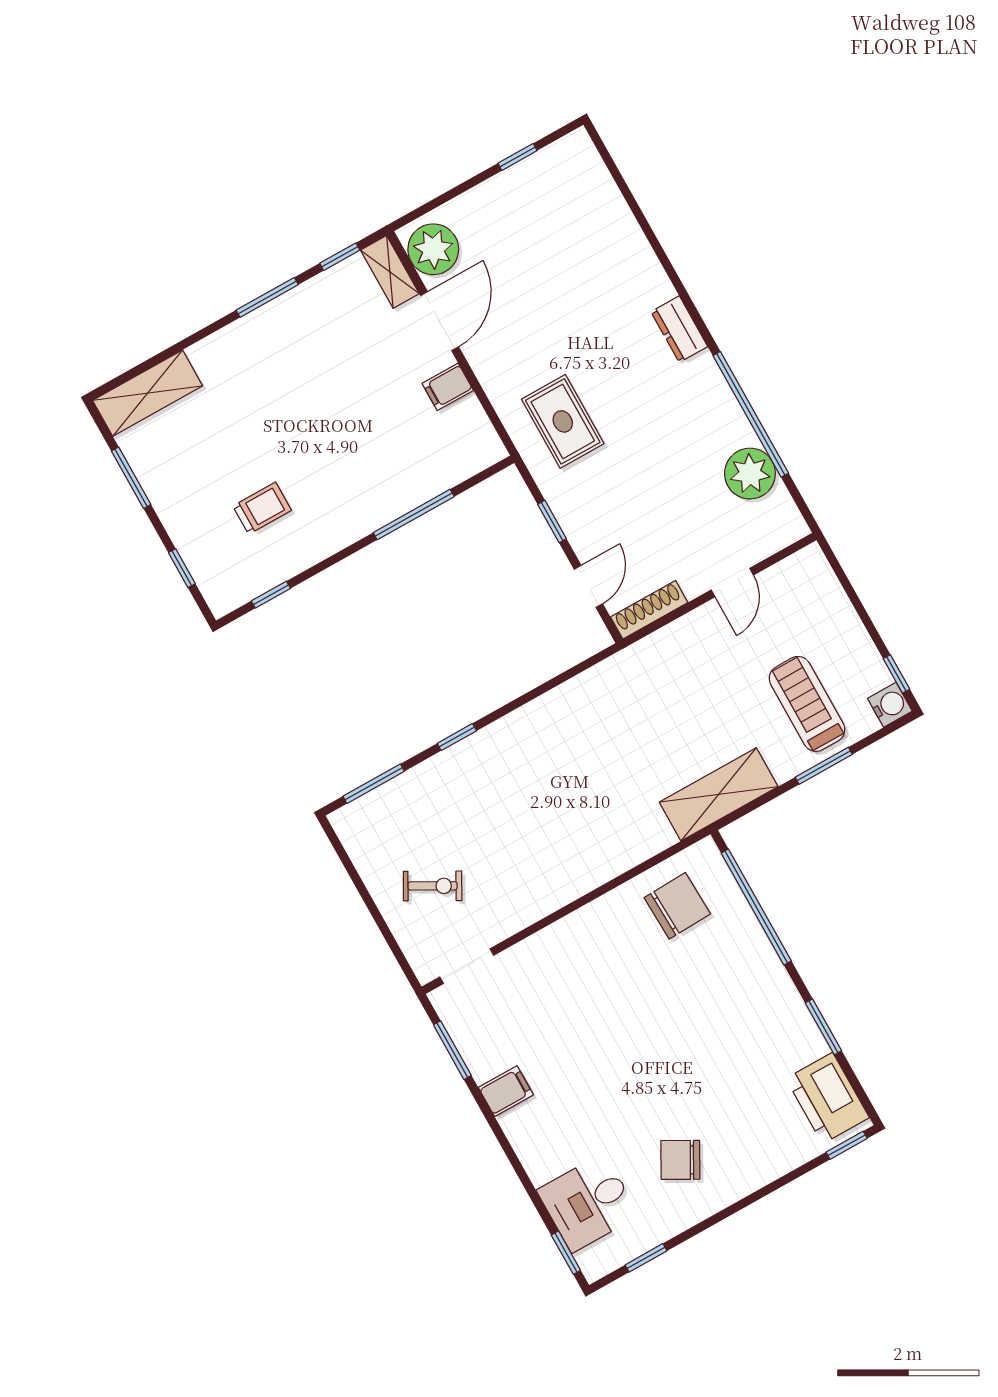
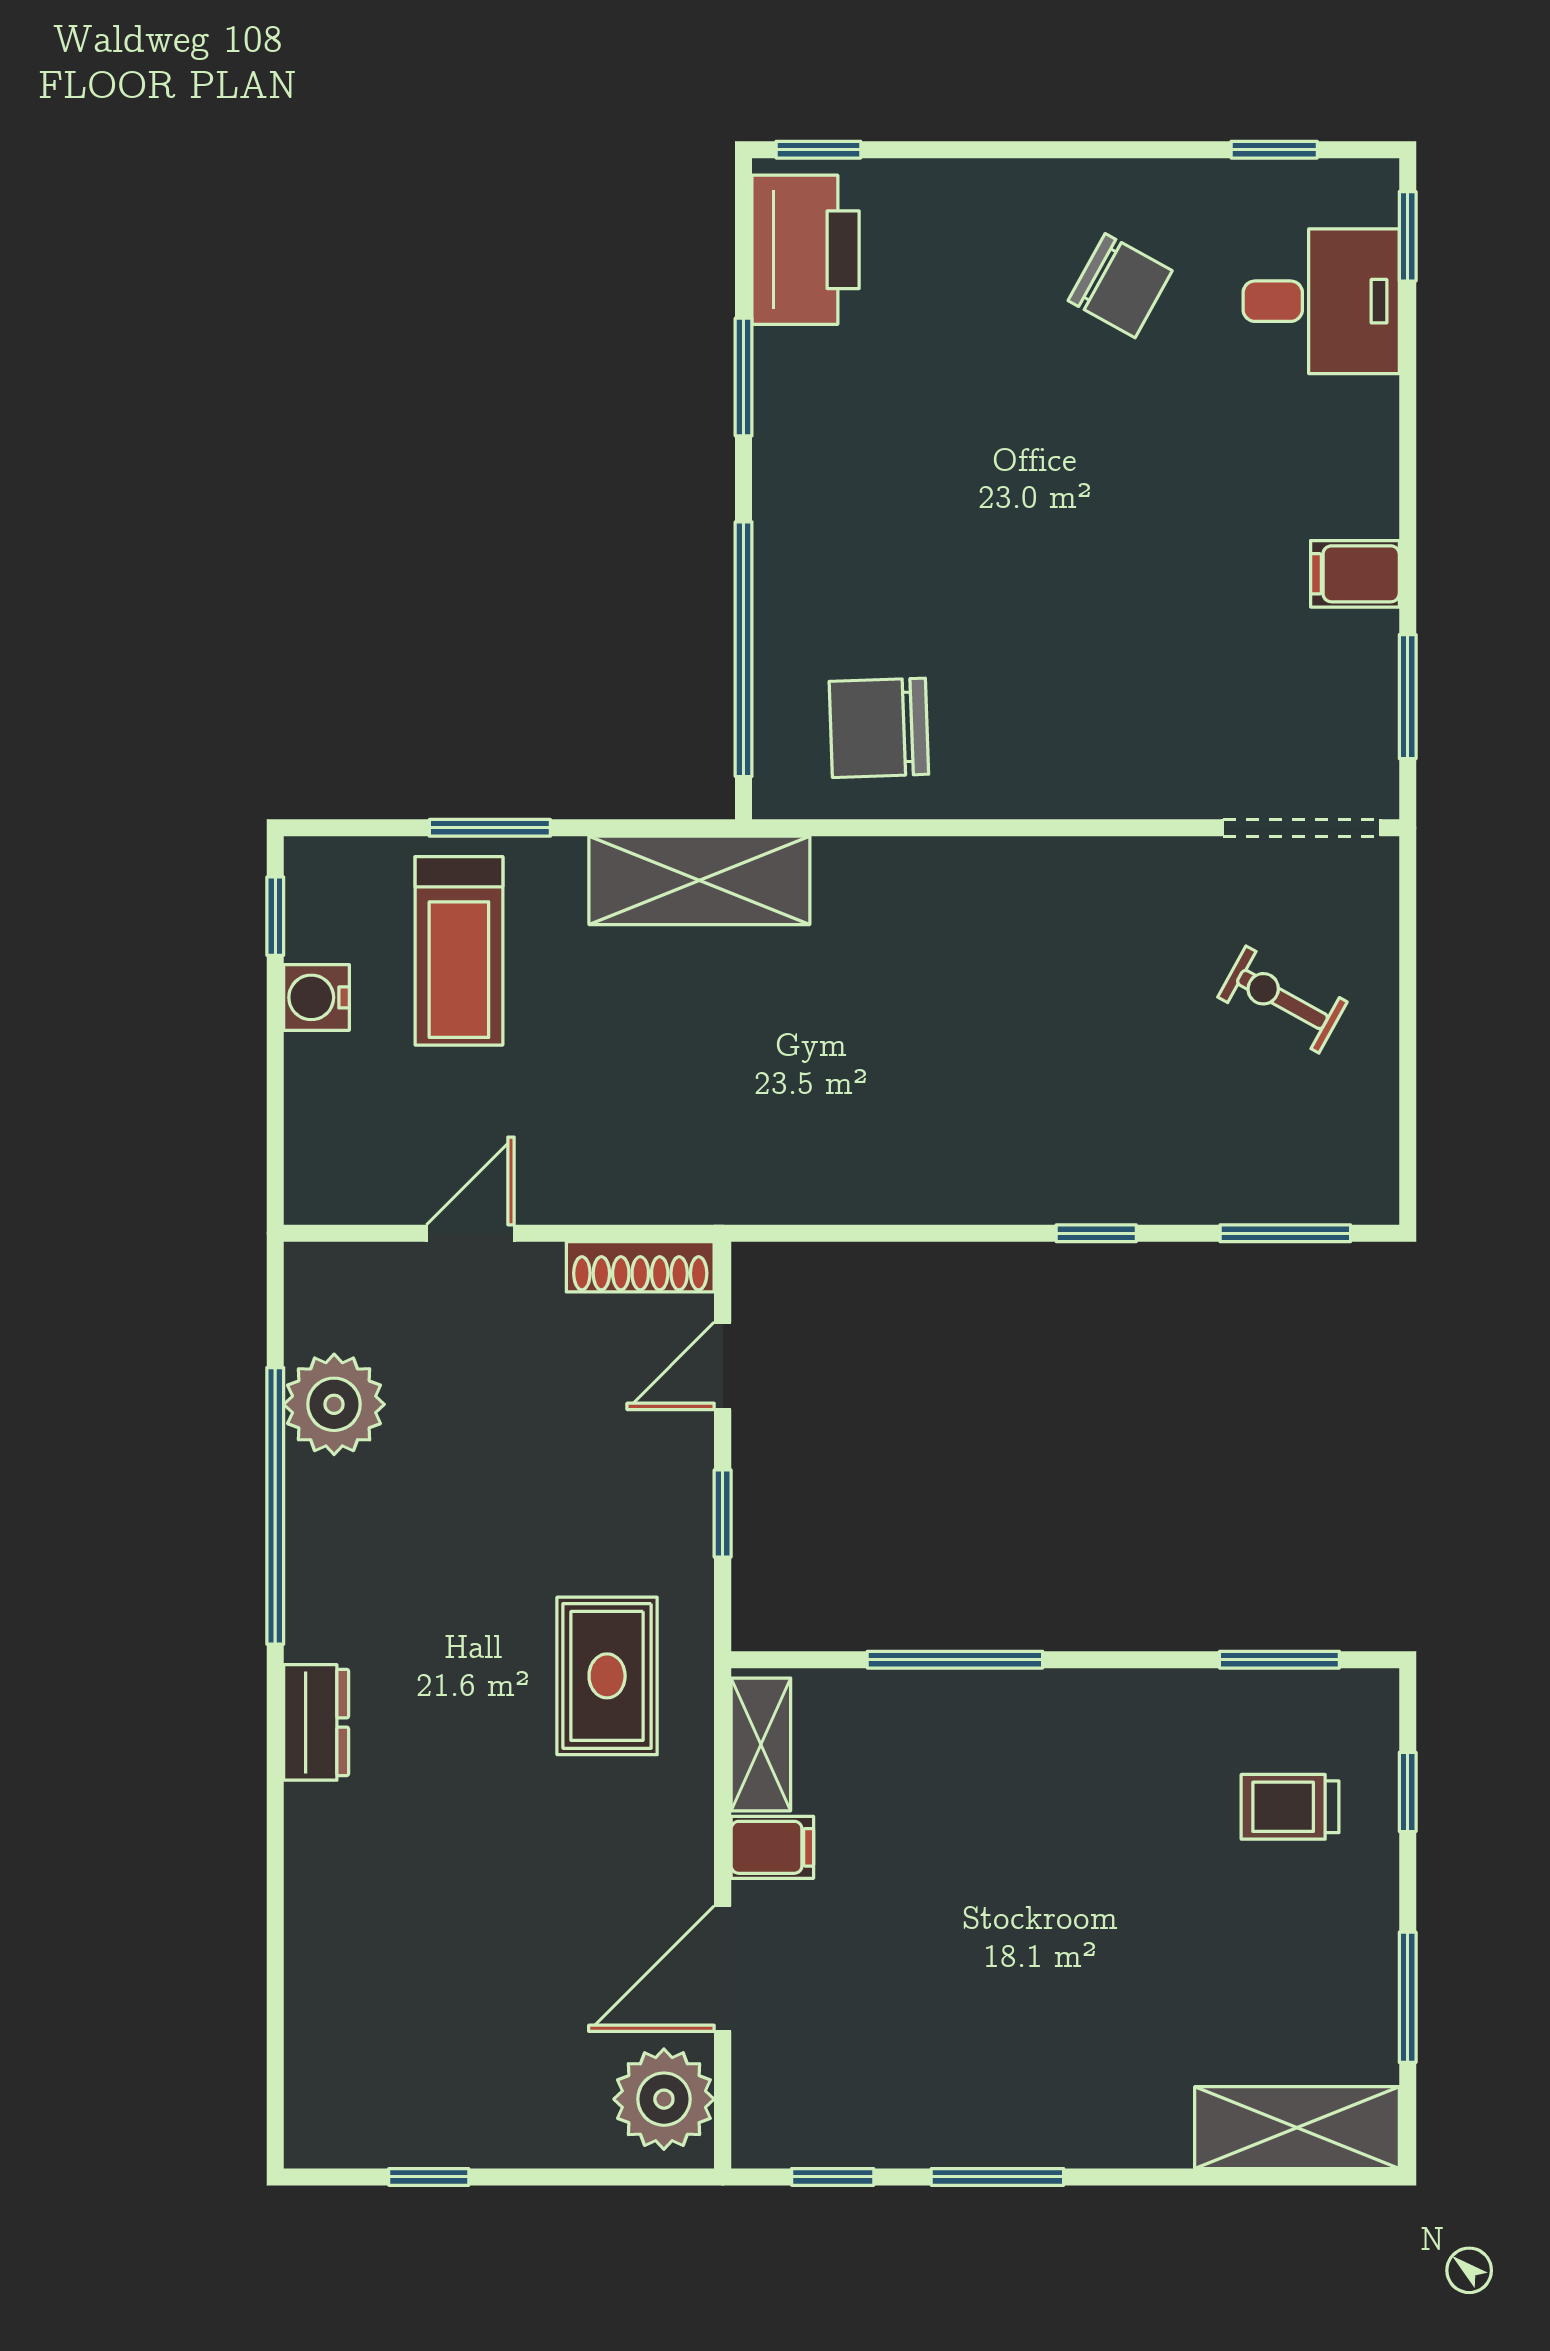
shelving: (390, 272) -> (761, 1744), moved
trolley: (262, 508) -> (1290, 1807), moved
window: (271, 595) -> (1279, 1660), width x1.50
water cooler: (890, 705) -> (316, 997), moved
doorway: (467, 966) -> (1301, 828), width x1.38

